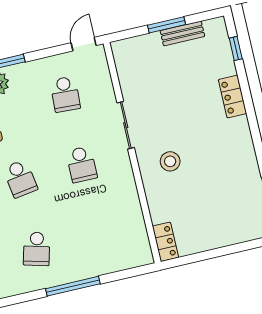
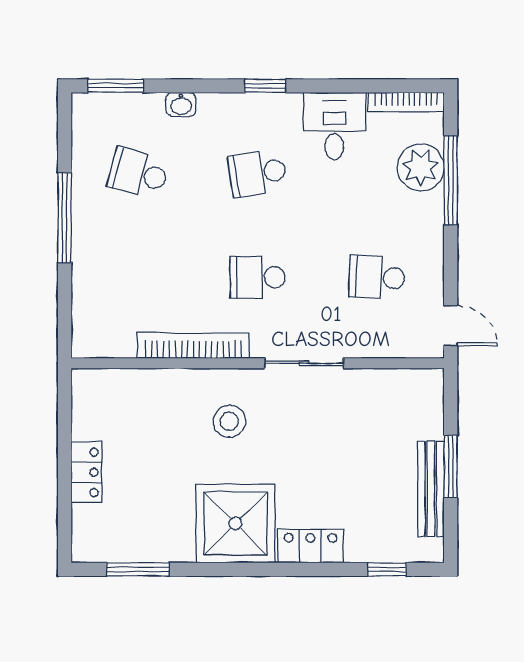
bench: (182, 33) -> (431, 489), width x1.36
shower: (229, 144) -> (235, 523), added
bookcase: (131, 193) -> (193, 346), added
locker: (165, 242) -> (86, 472), moved, turned -90

